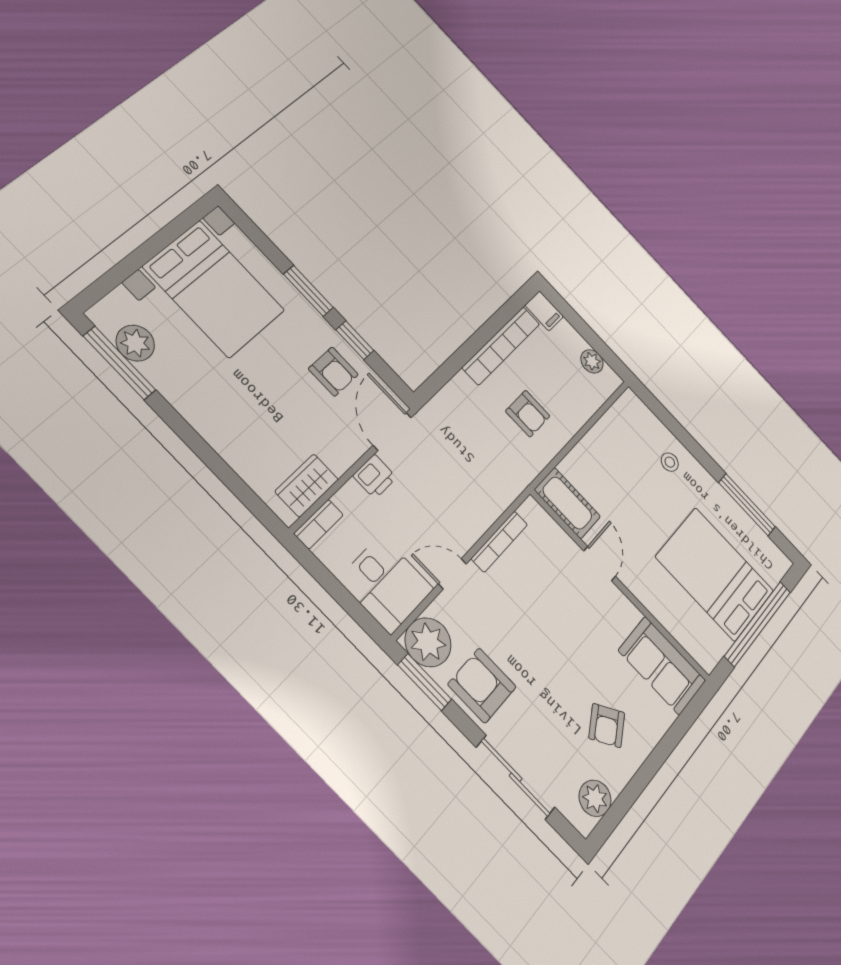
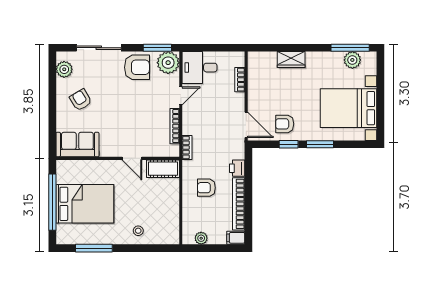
printer: (375, 477) -> (237, 168), moved
wardrobe: (307, 485) -> (291, 59), moved, turned 90
bookcase: (508, 494) -> (187, 147), added
bookcase: (319, 524) -> (240, 80), moved

